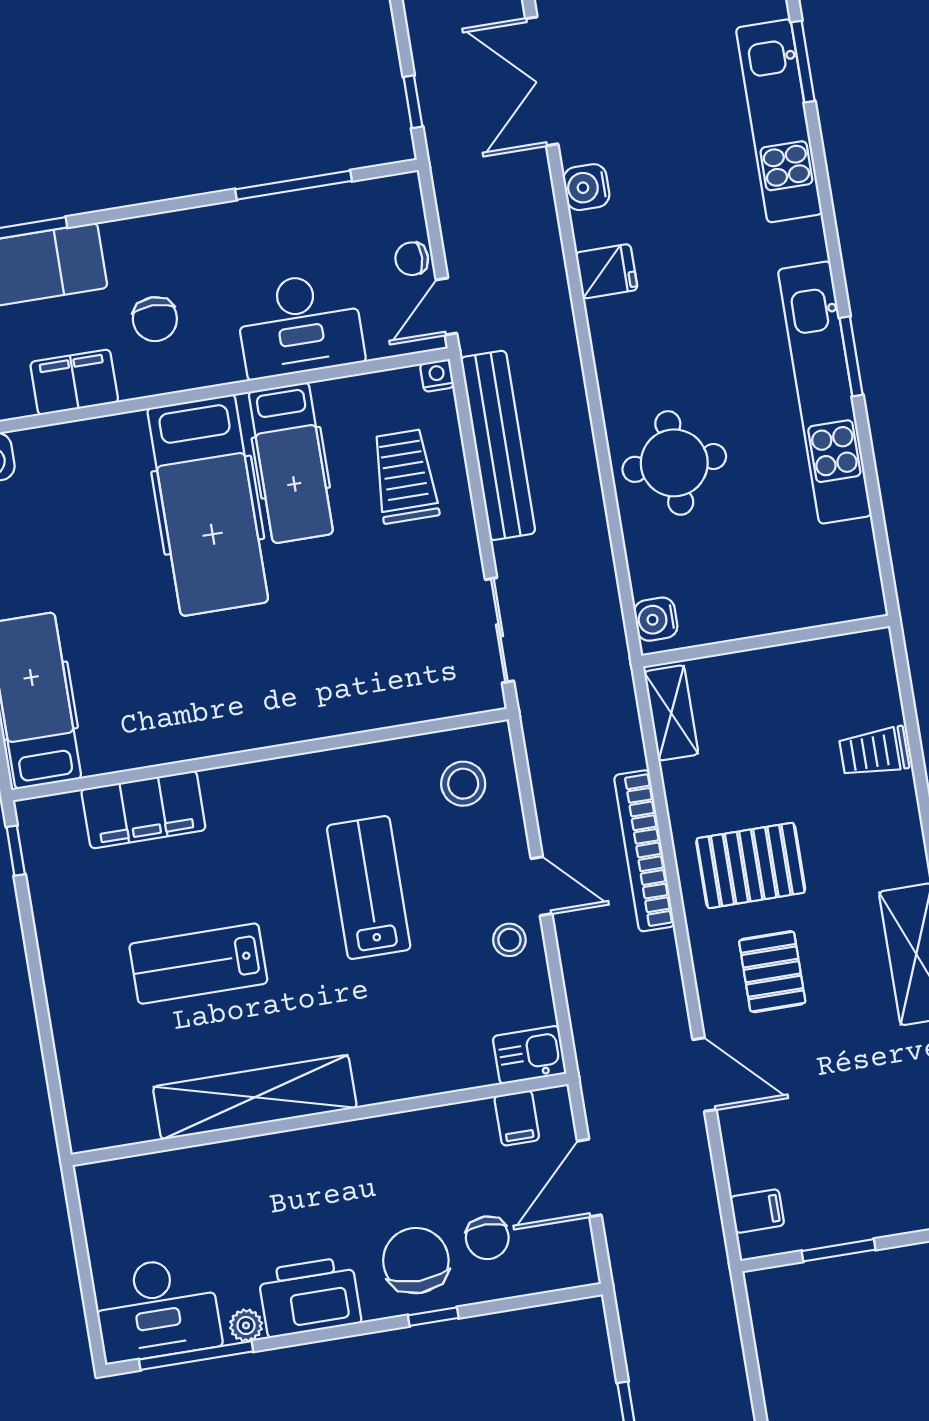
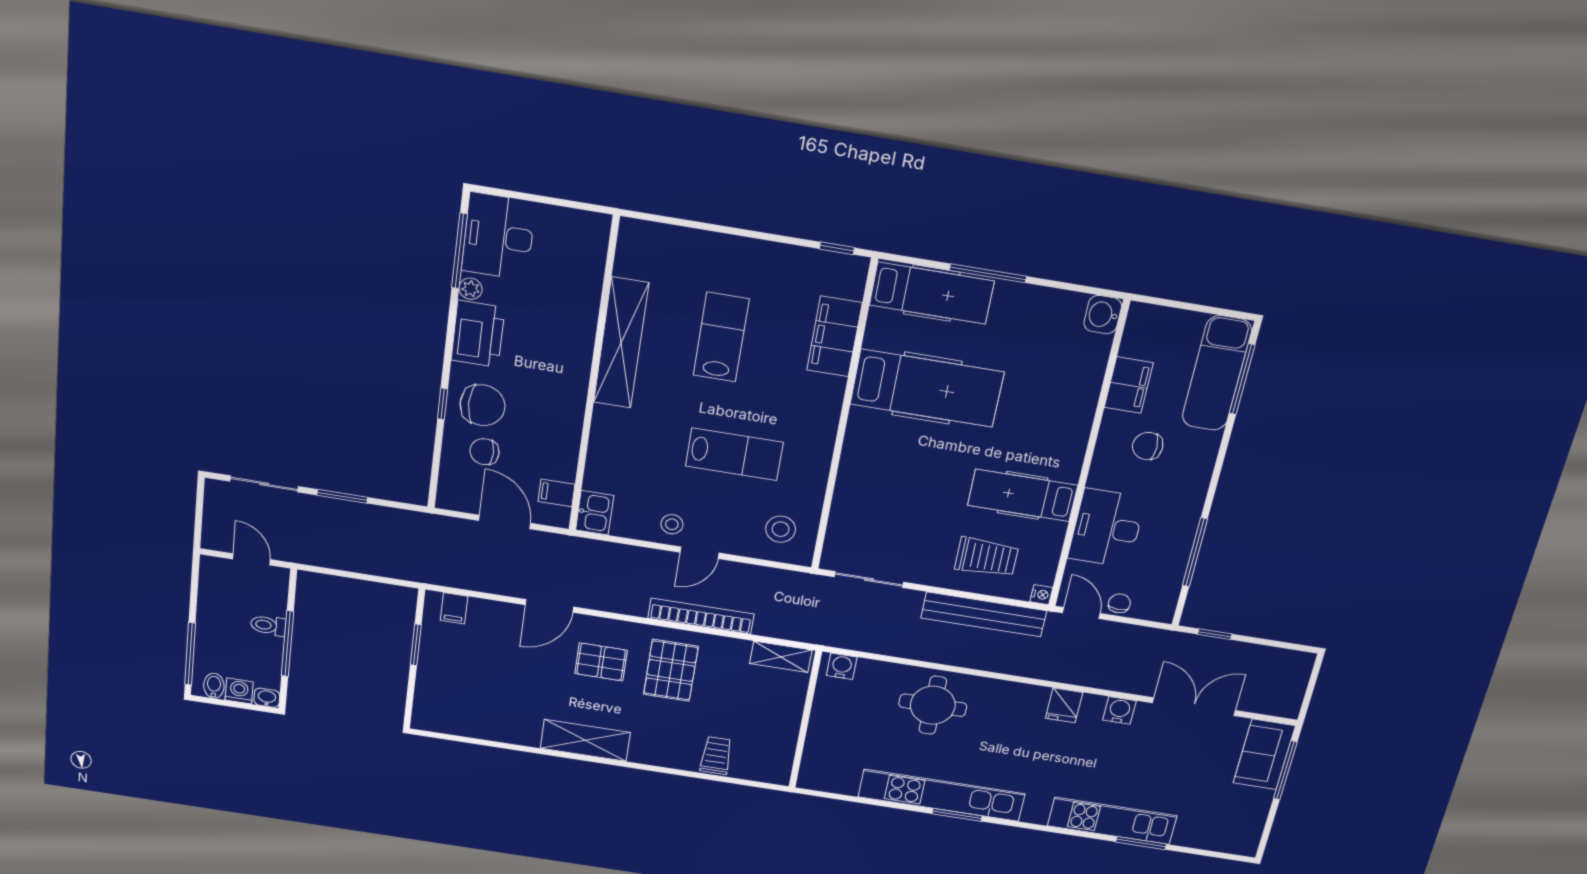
hospital bed: (208, 505) -> (927, 388), moved, turned 180

